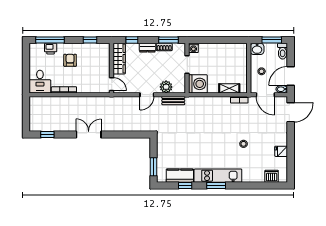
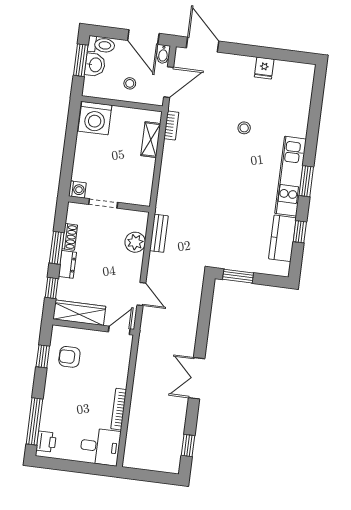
window: (169, 40) -> (57, 248), moved
printer: (51, 49) -> (46, 442), moved
washbasin: (257, 49) -> (95, 65), moved
armchair: (70, 60) -> (69, 357), moved
washing machine: (198, 84) -> (95, 118), moved, turned 180
door: (147, 95) -> (141, 294), moved
window: (154, 167) -> (238, 276), moved
dishwasher: (272, 176) -> (303, 89), removed

